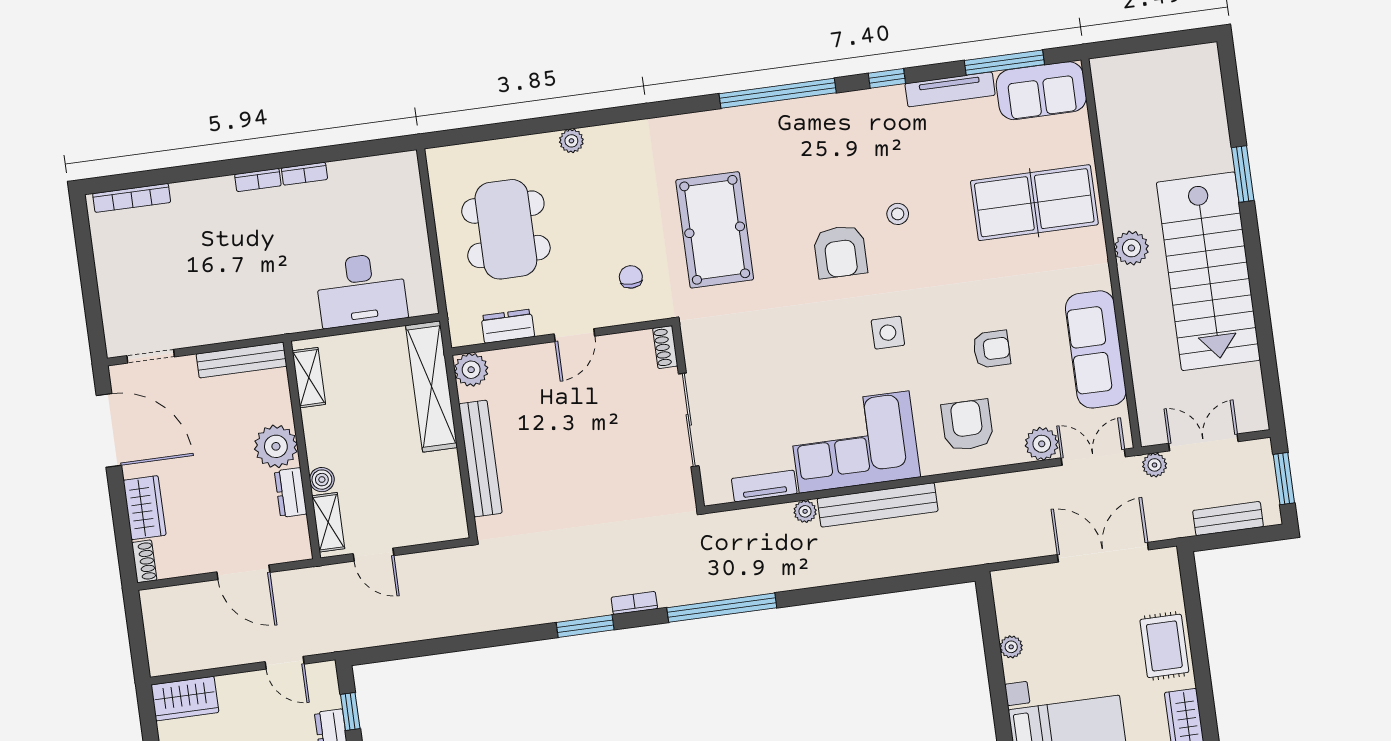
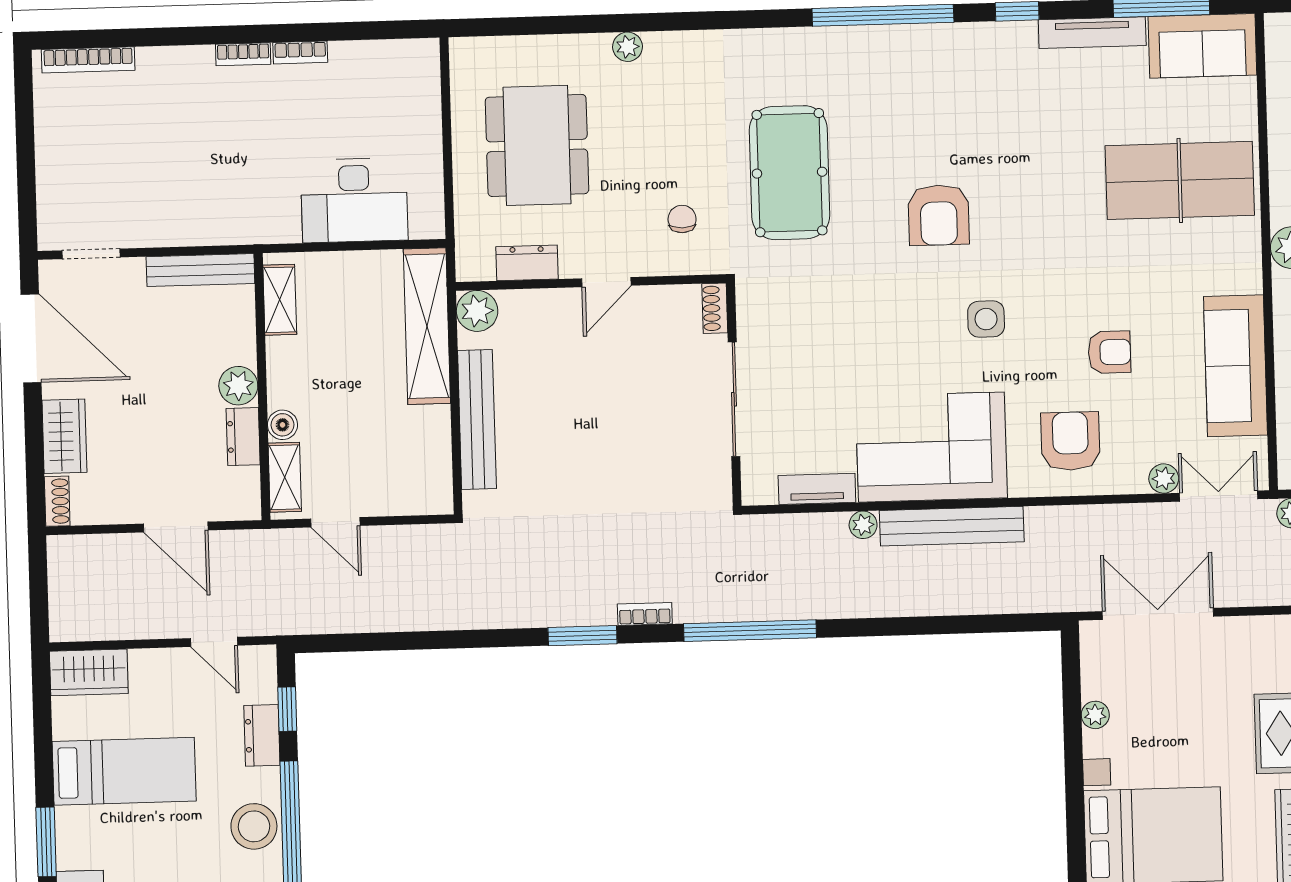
stool: (898, 214) -> (1013, 177), removed
plant: (1042, 444) -> (1164, 479), width x0.73, depth x0.73
plant: (276, 446) -> (238, 386), width x0.73, depth x0.73
double door: (1103, 552) -> (1158, 614), moved

